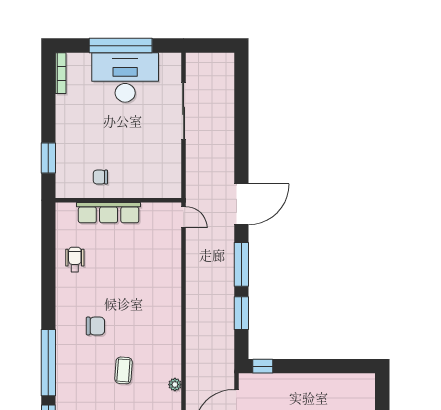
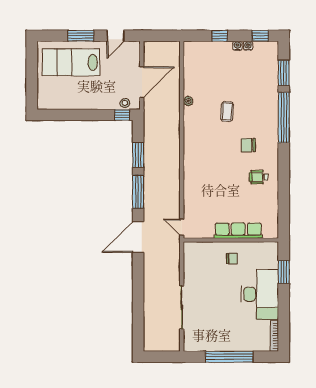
desk: (125, 77) -> (260, 294), moved, turned -90
chair: (100, 177) -> (232, 259), moved
wheelchair: (75, 260) -> (259, 177), moved, turned 90
stool: (259, 382) -> (125, 103), added

